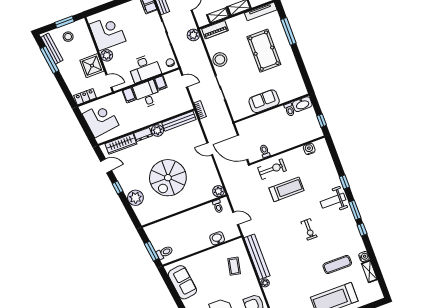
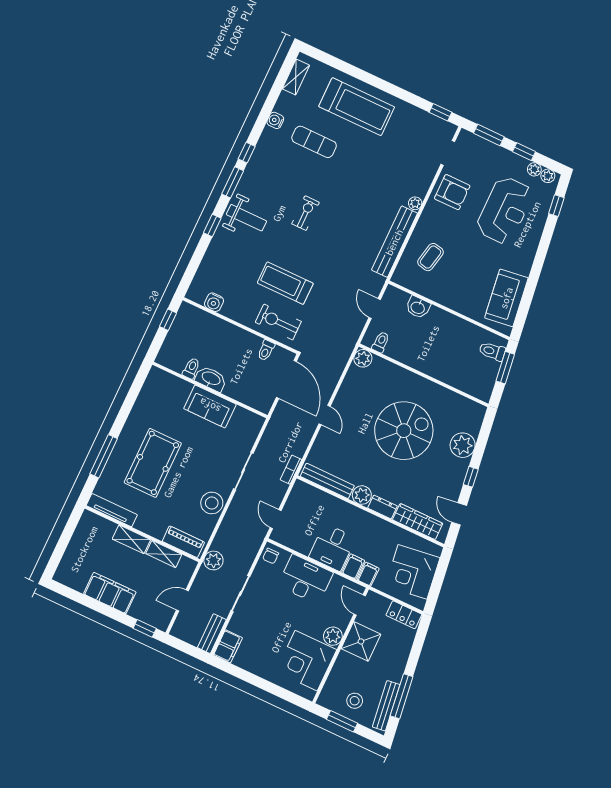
filing cabinet: (161, 83) -> (368, 574), moved
washbasin: (302, 104) -> (211, 379), moved
shelving: (369, 271) -> (296, 77), moved

